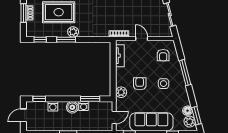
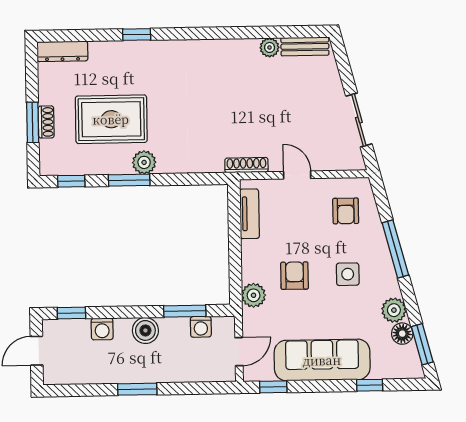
washing machine: (84, 106) -> (201, 327), moved
plant: (190, 122) -> (394, 310), moved

